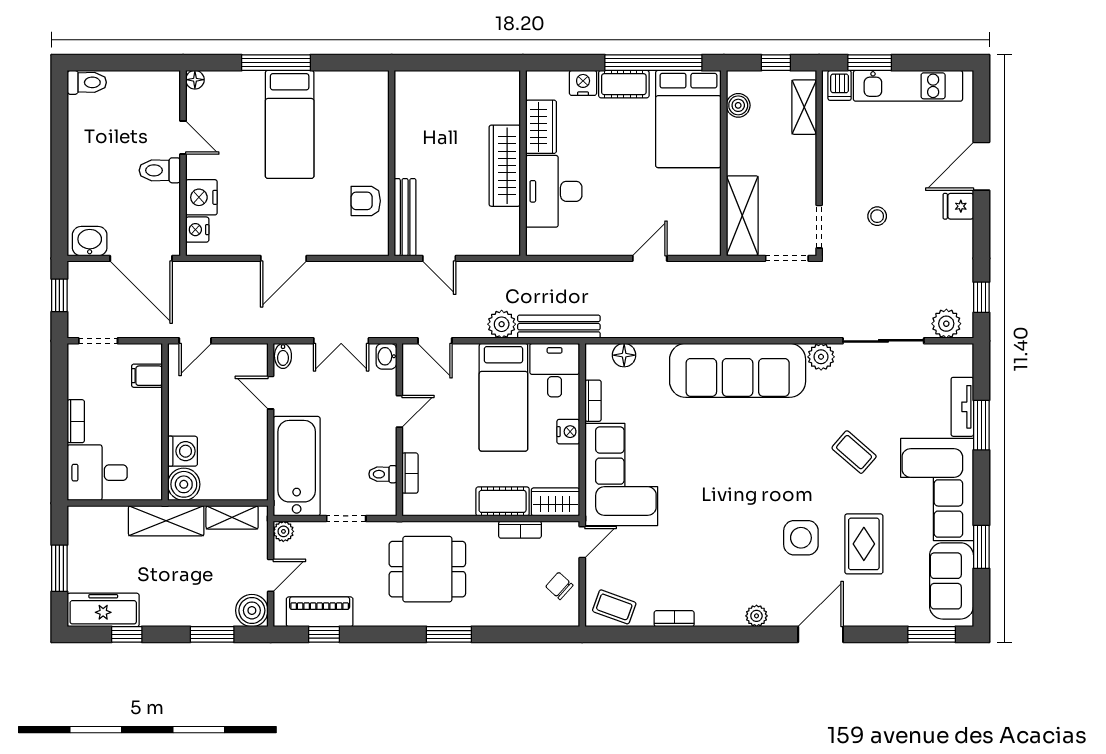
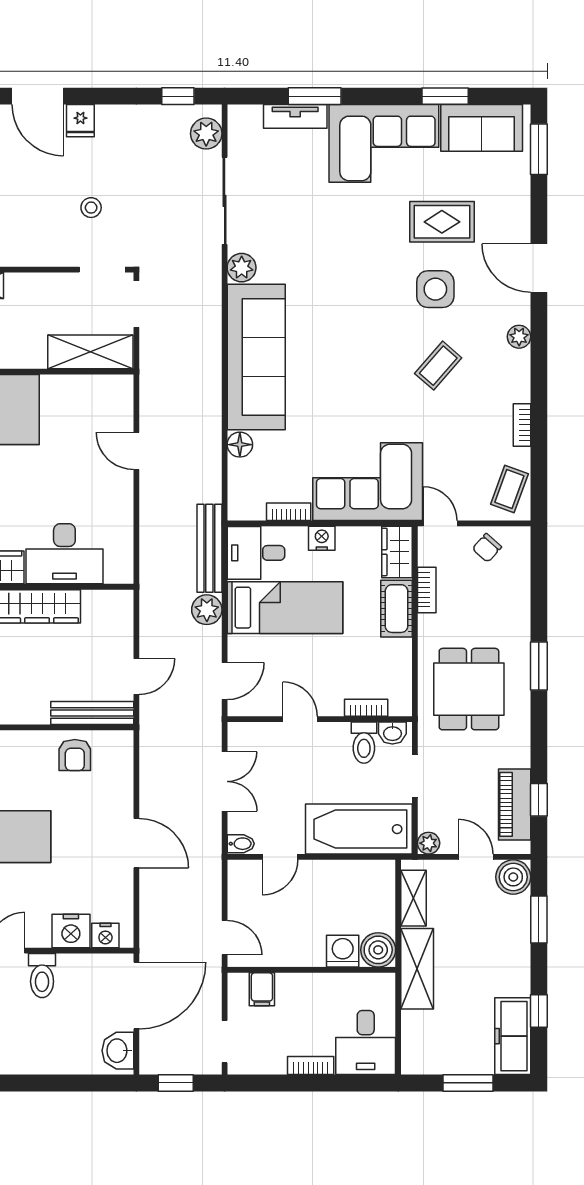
floor lamp: (624, 355) -> (240, 445), moved
washbasin: (386, 356) -> (392, 733), moved
coffee table: (854, 452) -> (438, 366), moved
toilet: (383, 474) -> (364, 743), width x1.37, depth x1.39

